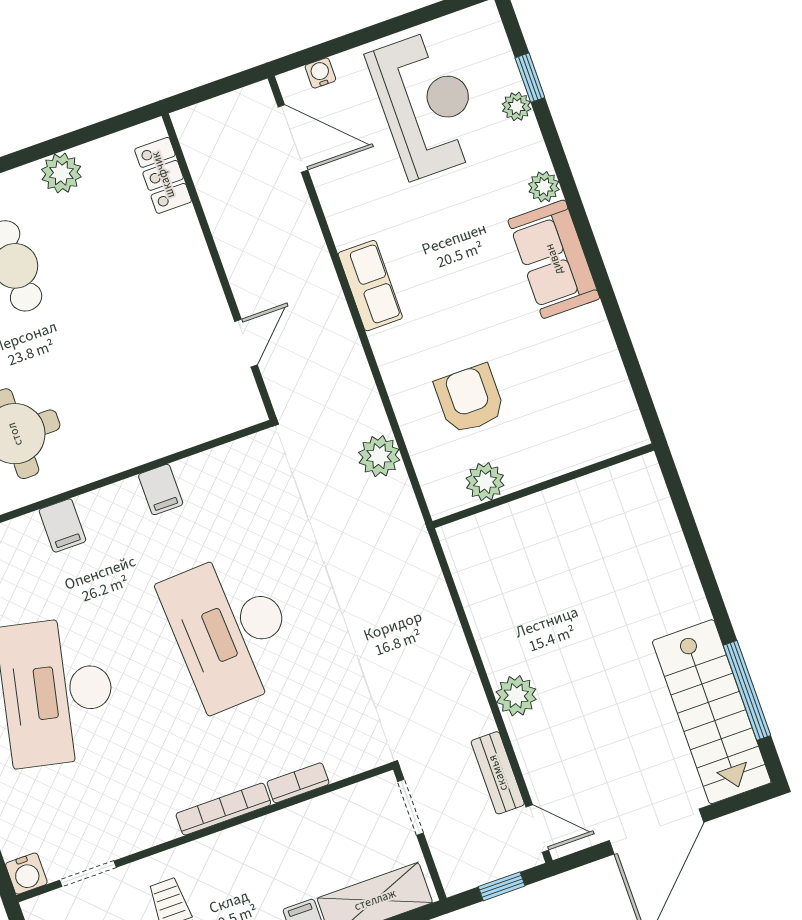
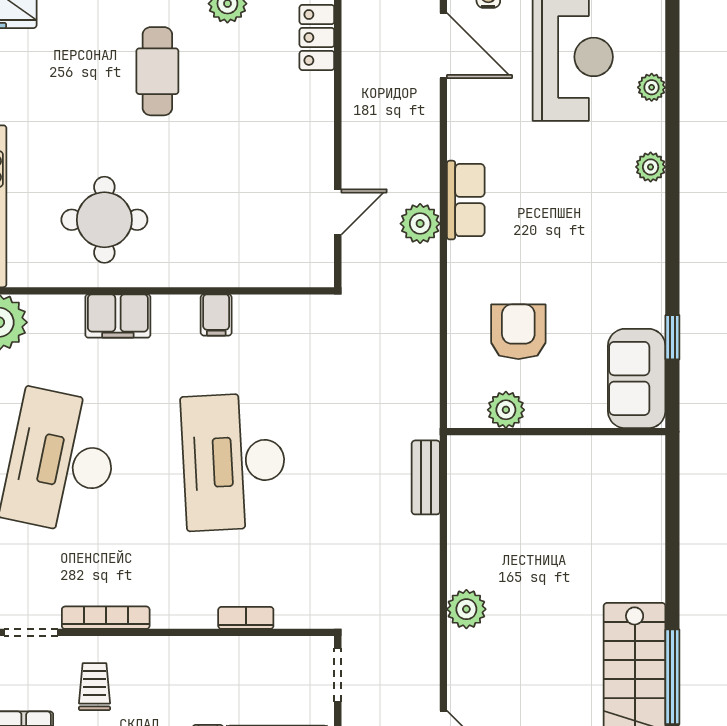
window: (530, 78) -> (672, 337), moved
sofa: (554, 259) -> (637, 378), moved
plant: (379, 456) -> (420, 224), moved
filing cabinet: (62, 525) -> (118, 316), width x2.00
bench: (498, 773) -> (426, 477), moved
bookcase: (223, 809) -> (106, 618), moved

